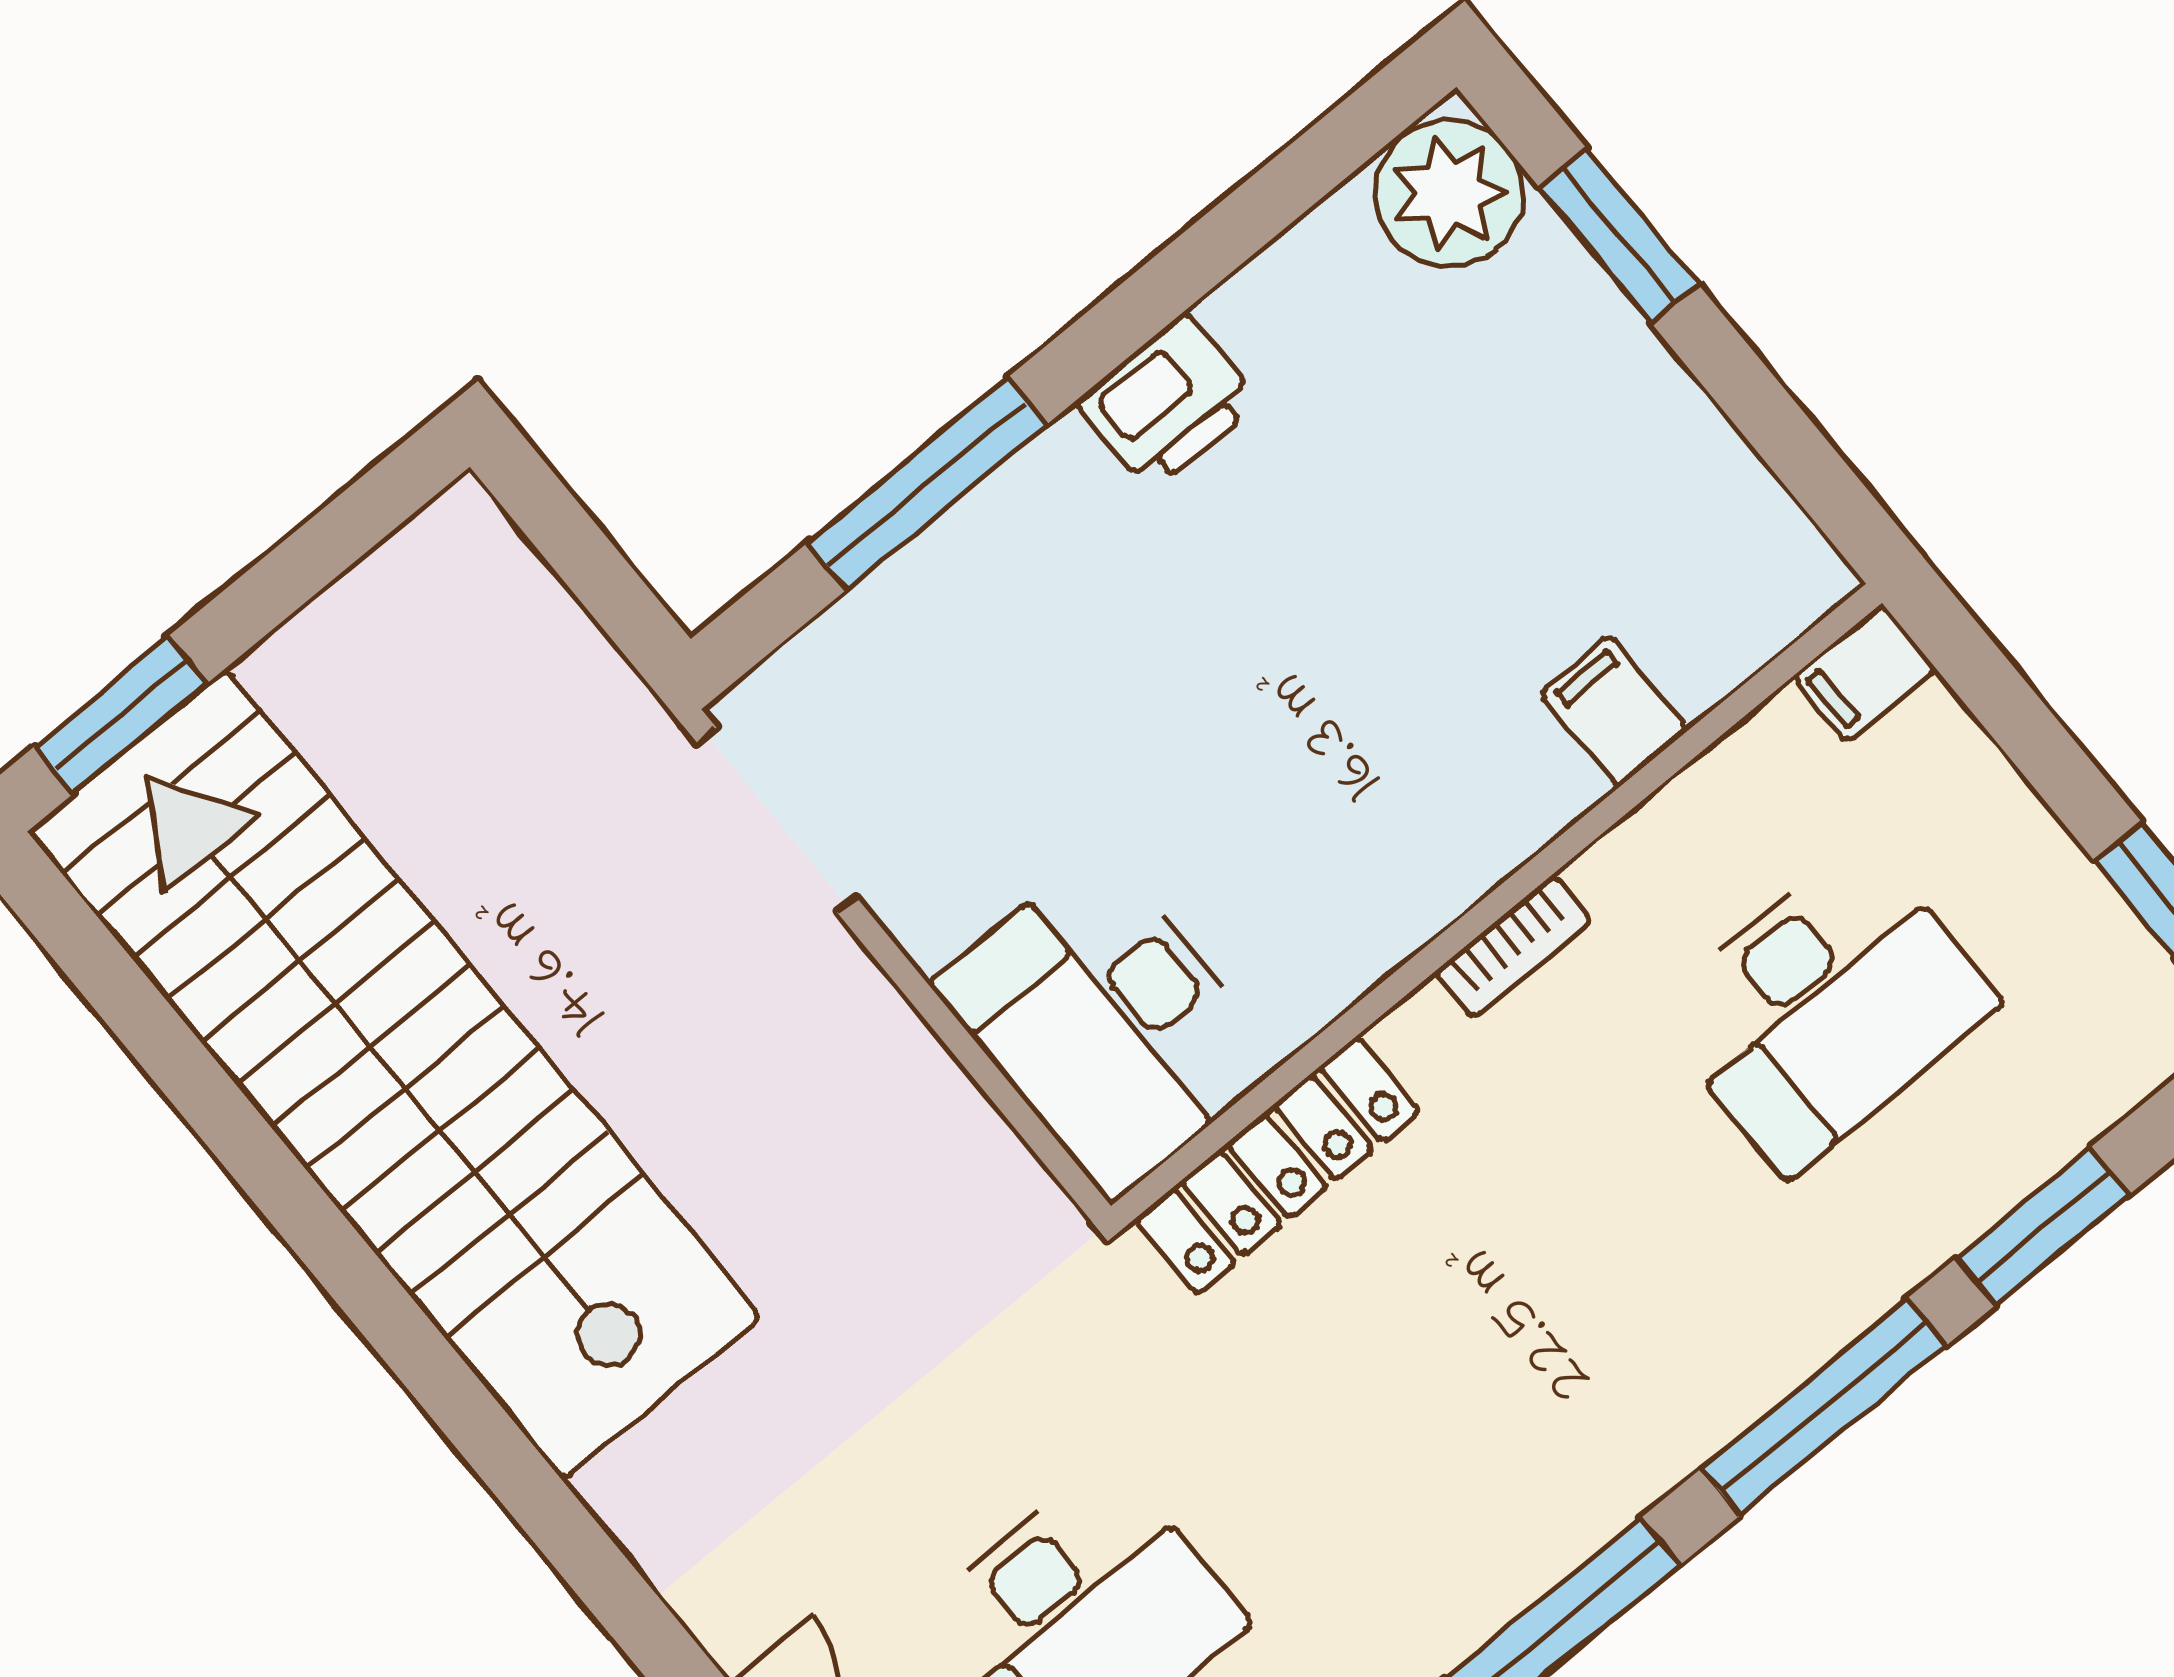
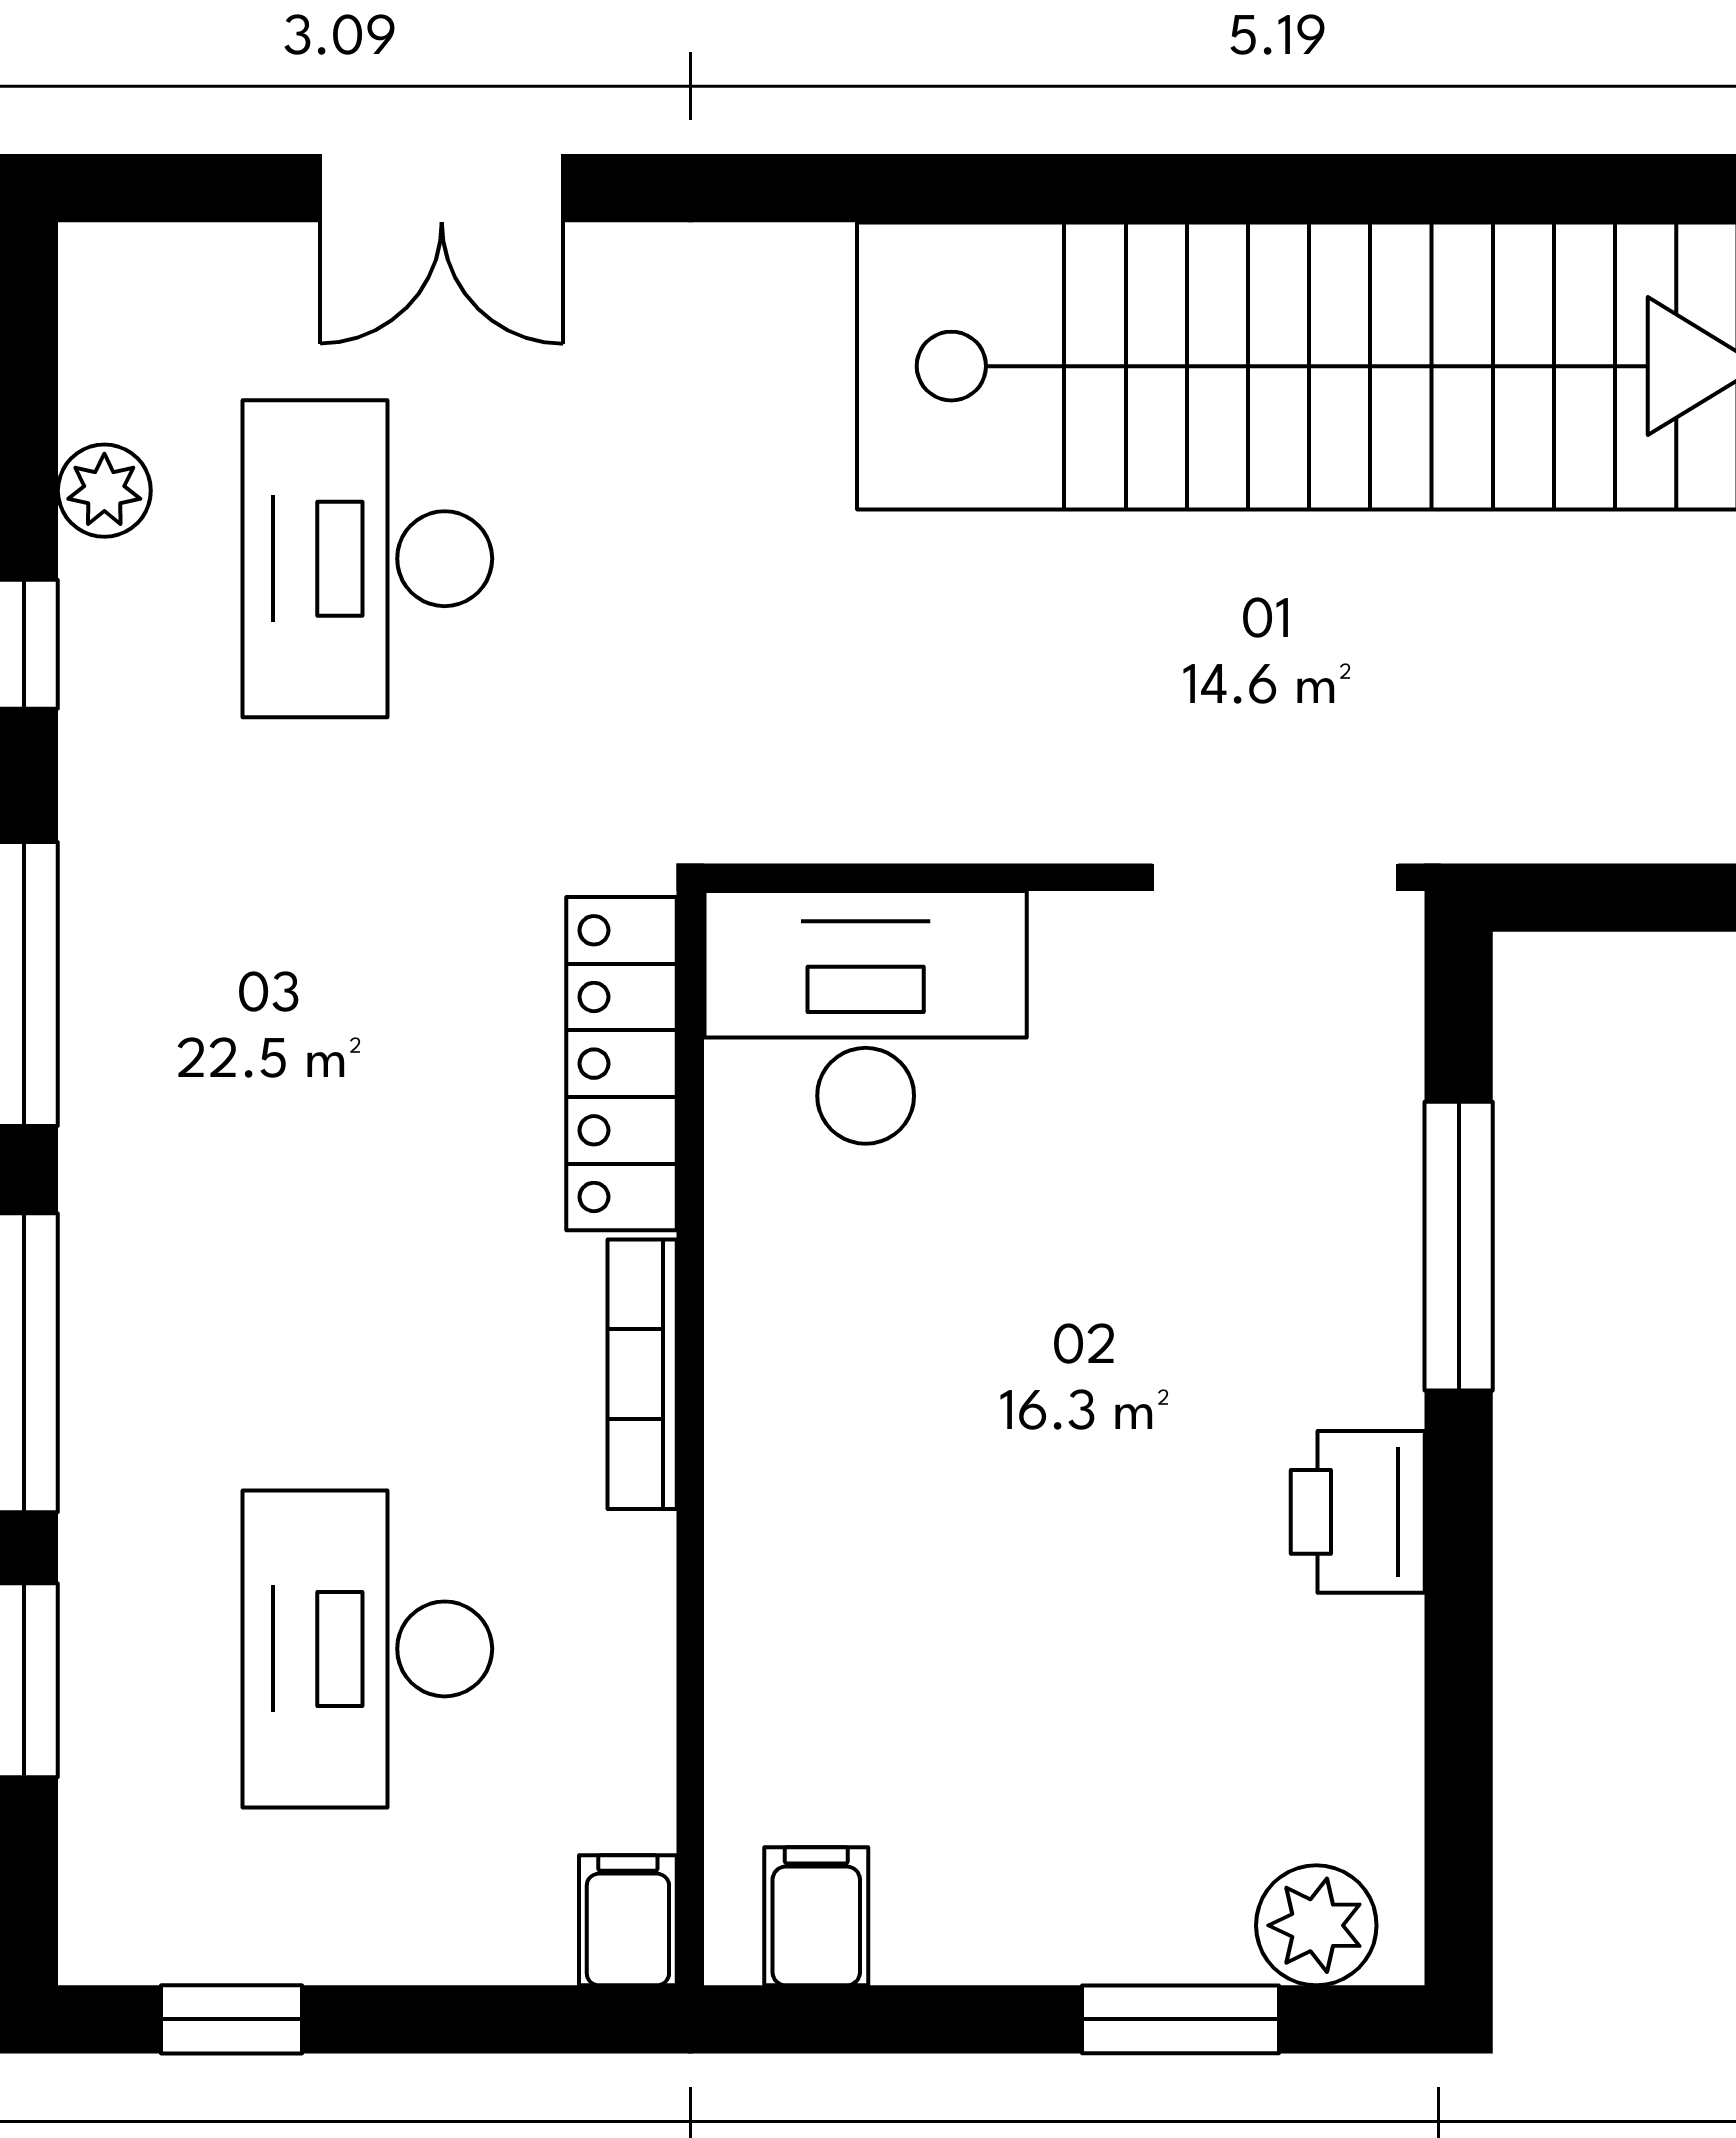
plant: (1449, 193) -> (1316, 1925), width x0.73, depth x0.73
filing cabinet: (1614, 712) -> (816, 1916), moved, turned -90
bookcase: (1513, 946) -> (642, 1374), width x1.56

